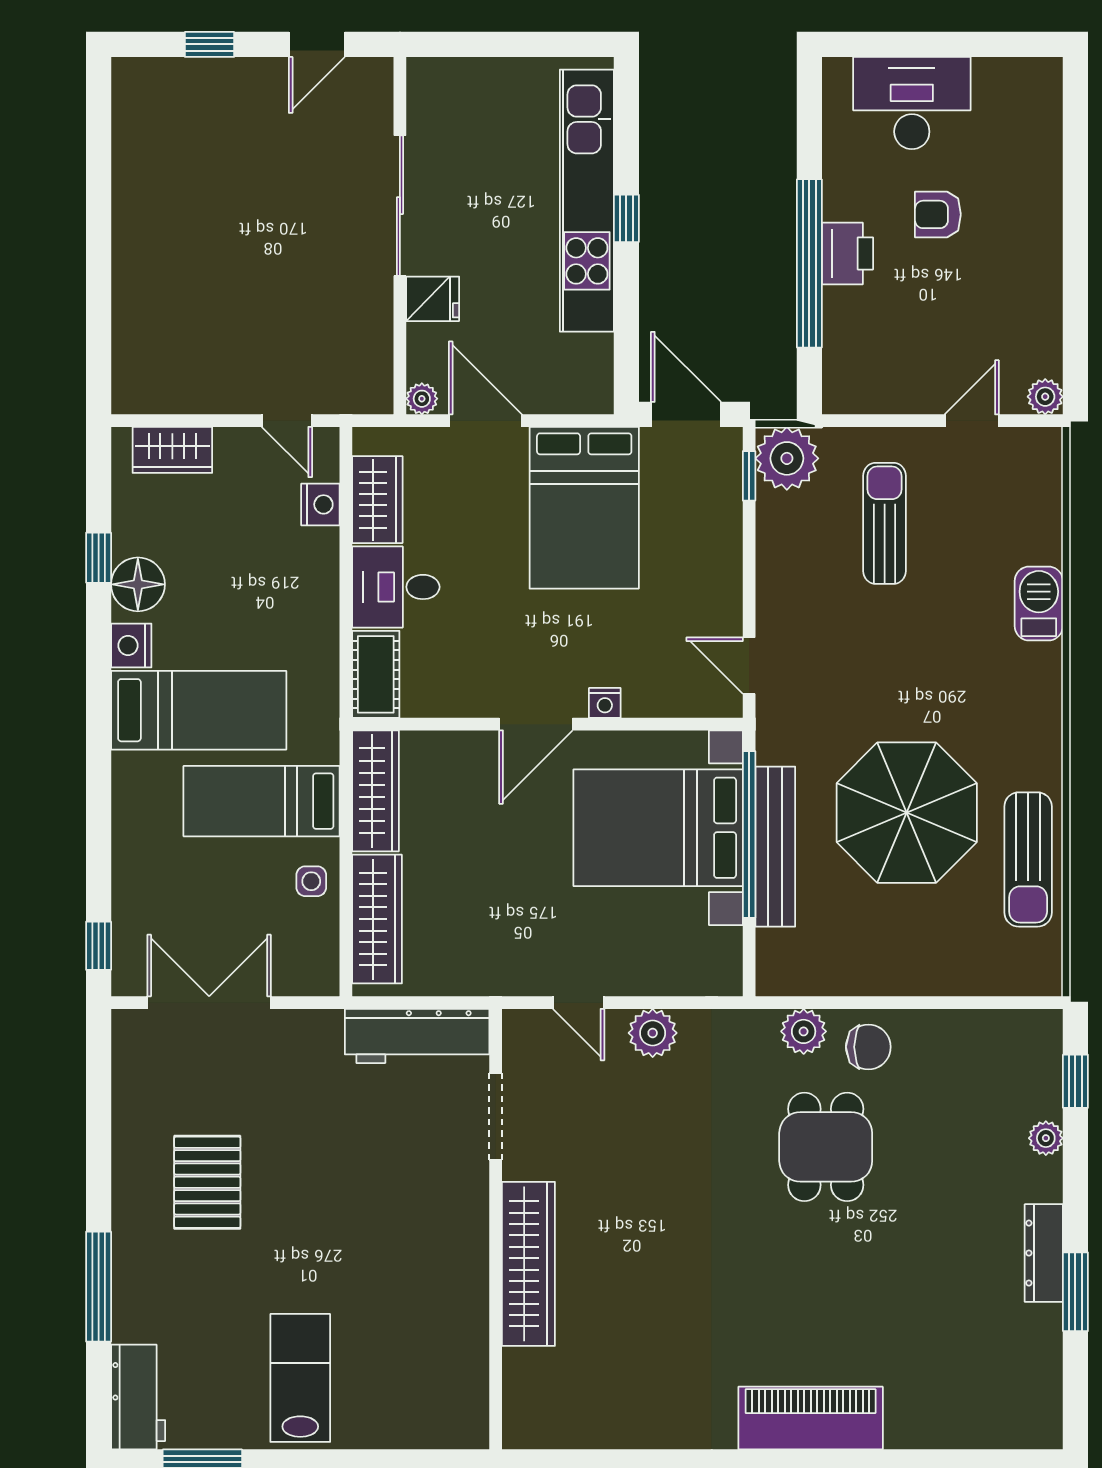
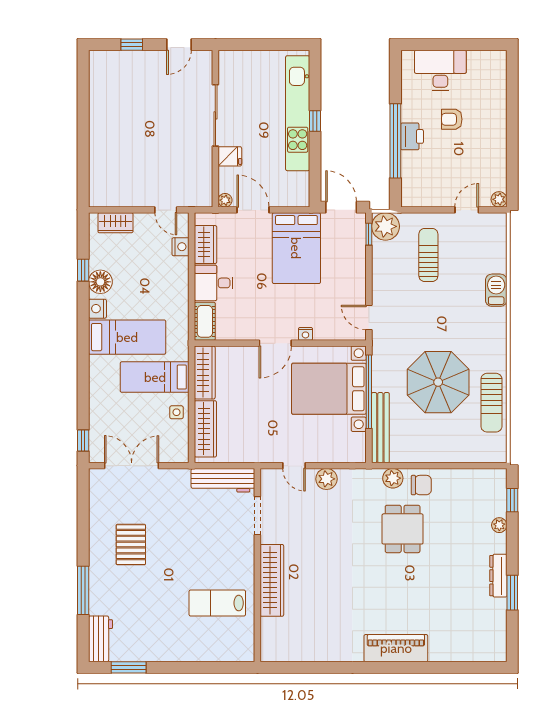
bench: (775, 847) -> (380, 428), moved
lab bench: (300, 1378) -> (217, 603), moved, turned -90

